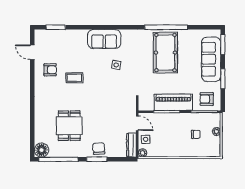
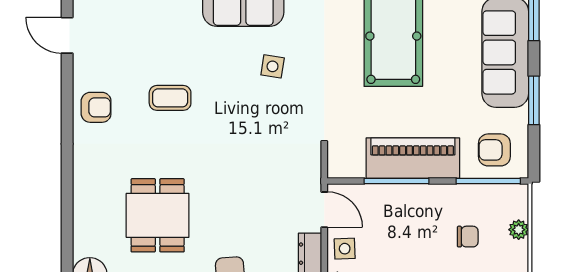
armchair: (50, 70) -> (96, 107), moved

